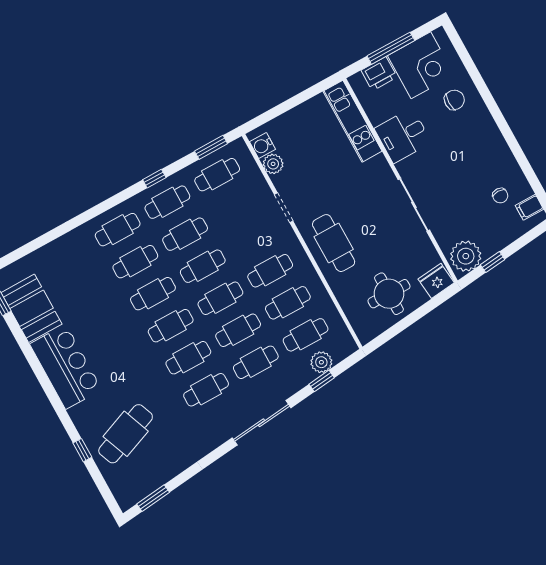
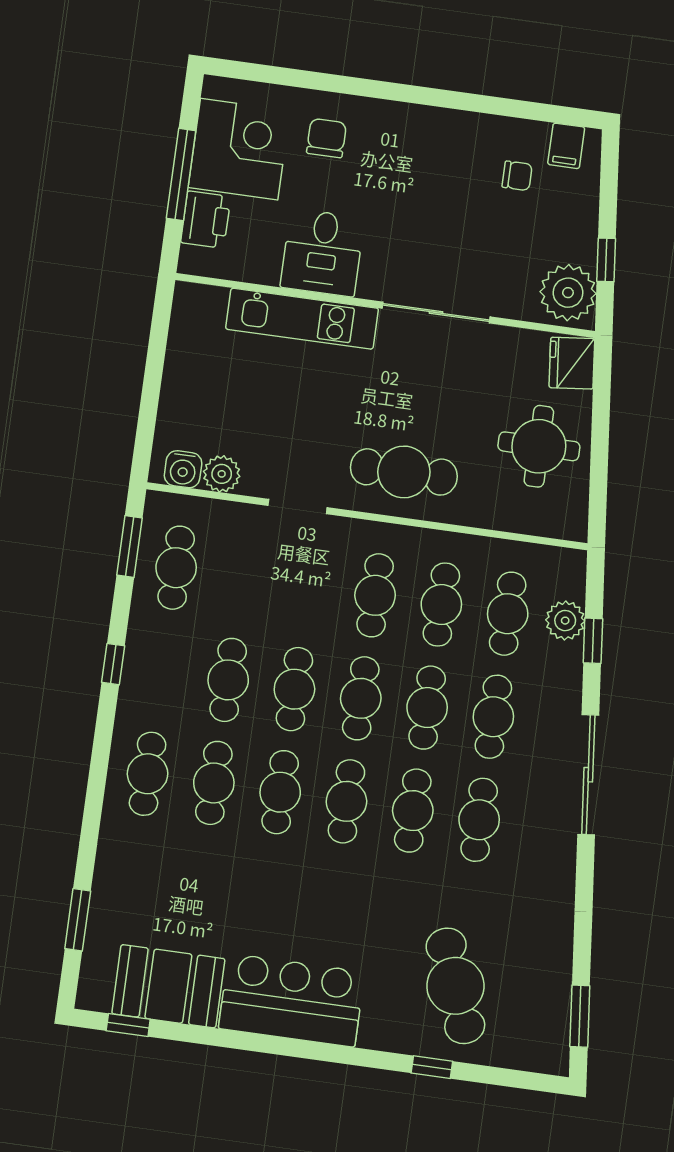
kitchen unit: (352, 121) -> (302, 319), moved
cafe table: (167, 202) -> (162, 671), removed
window: (31, 247) -> (78, 920), added

